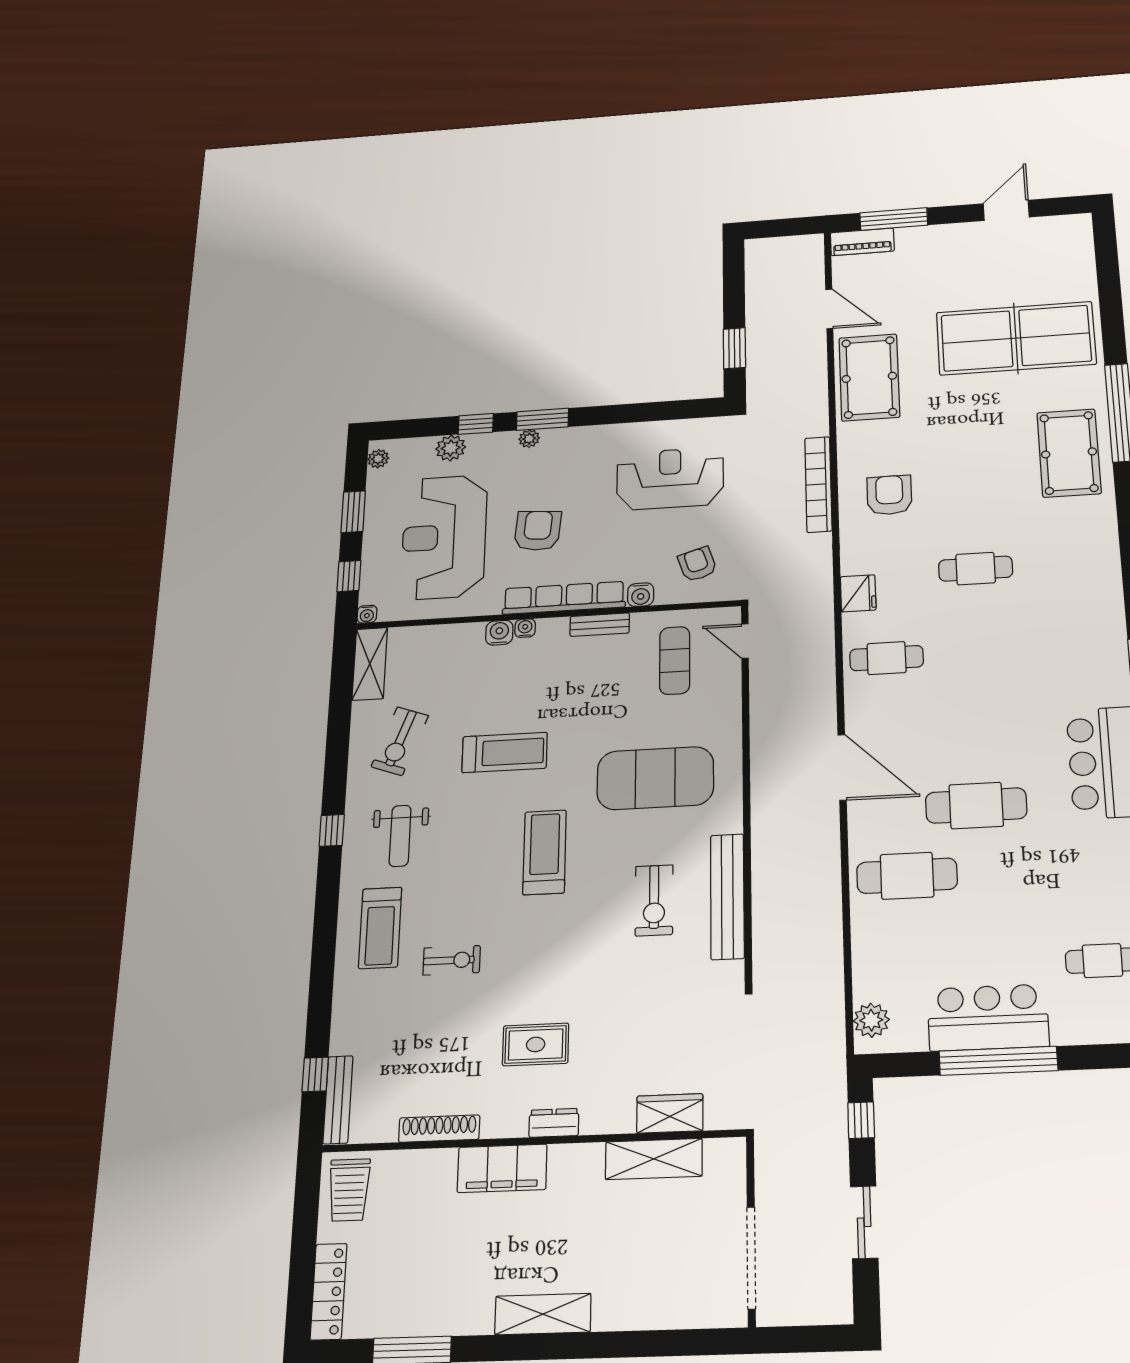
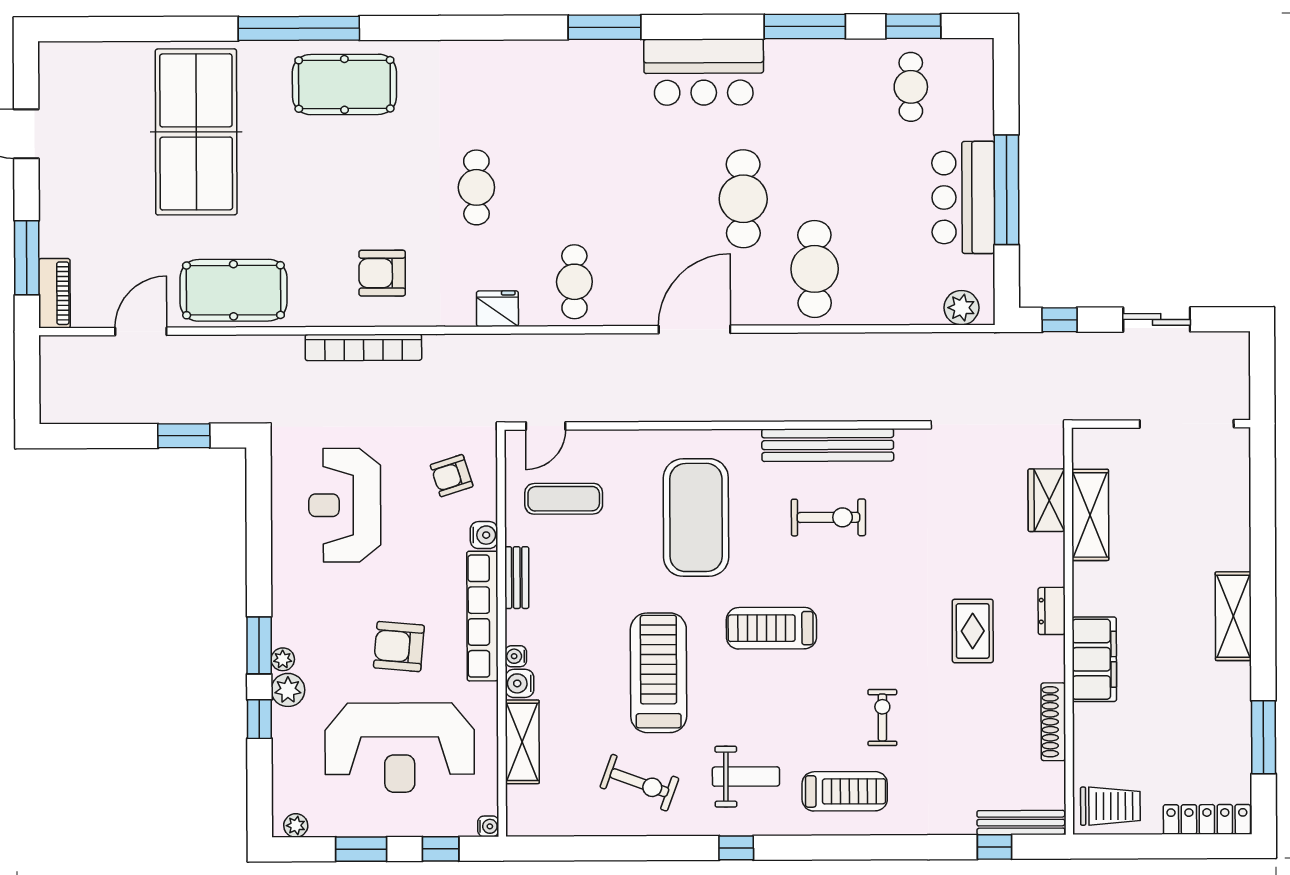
plant: (451, 448) -> (288, 690), moved
shelving: (370, 664) -> (522, 742), moved, turned 90
treadmill: (505, 752) -> (659, 673), width x1.37, depth x1.38

